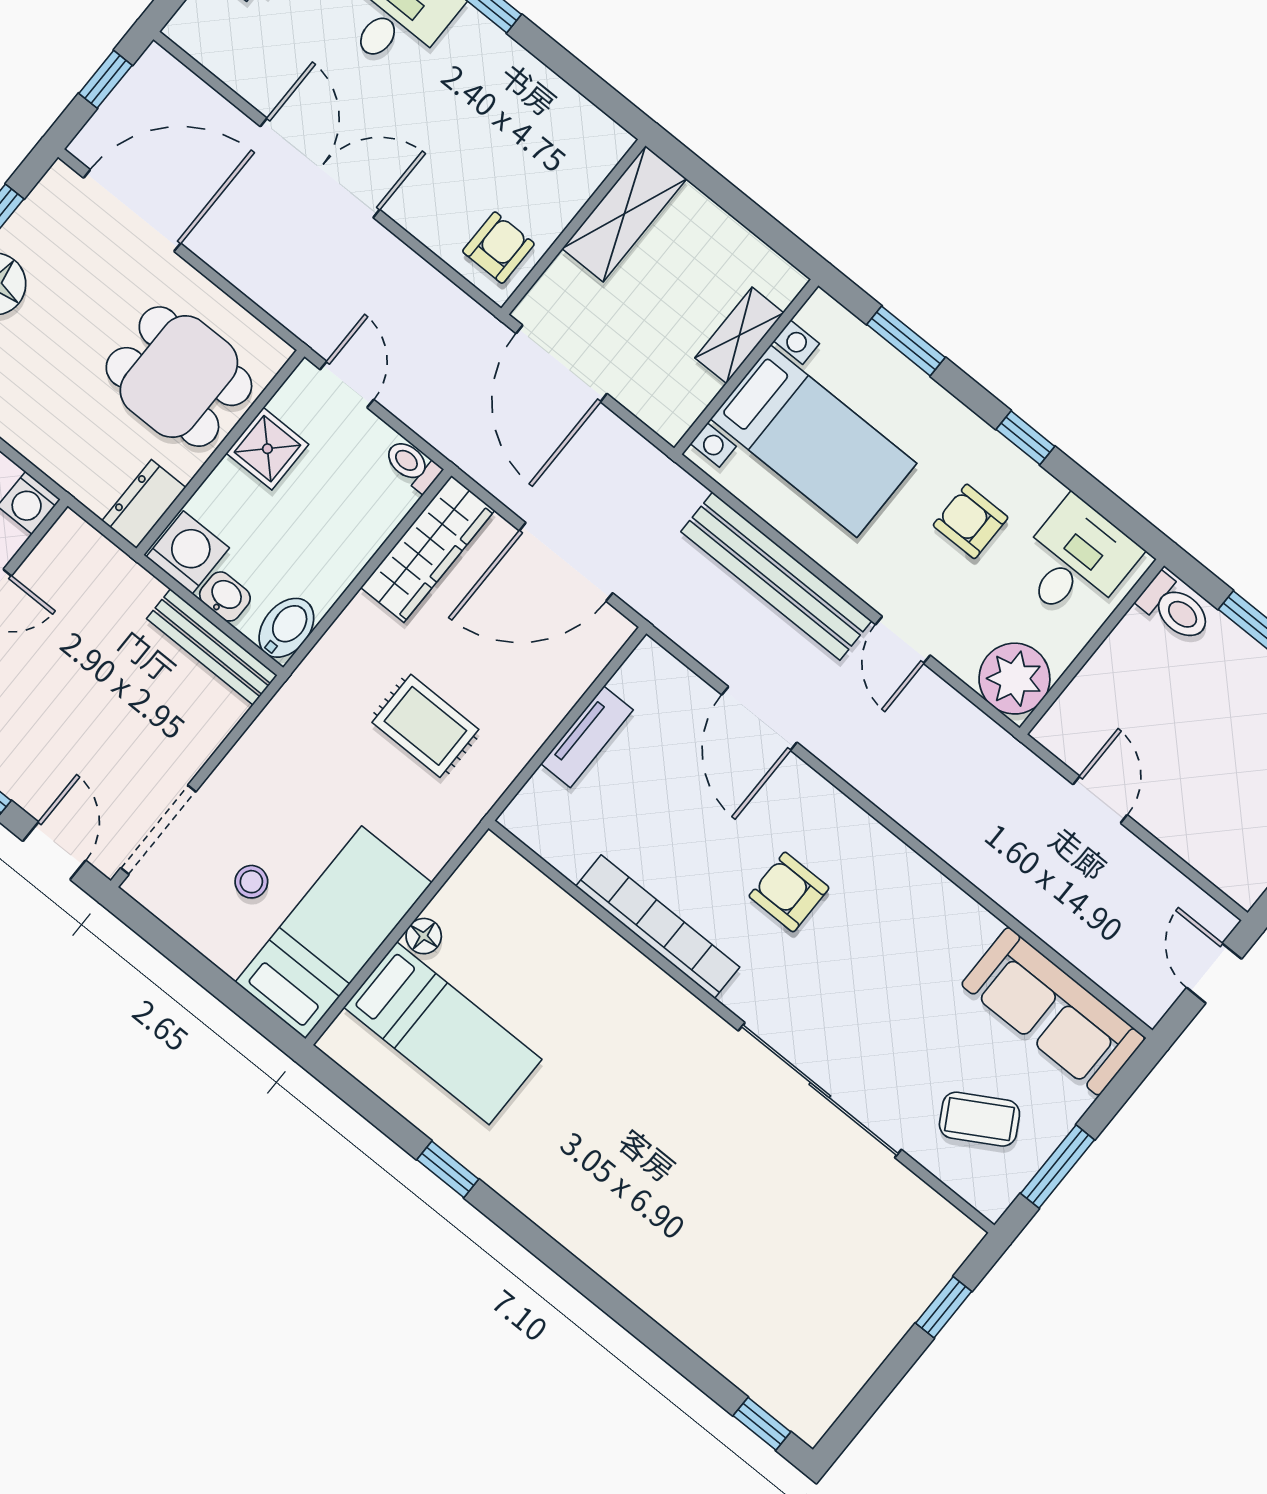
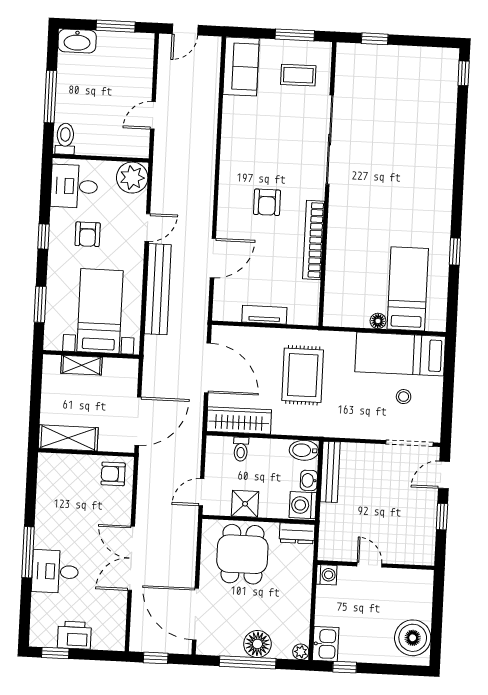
toilet: (412, 465) -> (241, 449), moved
rug: (425, 726) -> (303, 375), width x1.36, depth x1.43
sofa: (1053, 1011) -> (241, 67), width x0.73
coffee table: (979, 1119) -> (298, 75), turned -60

